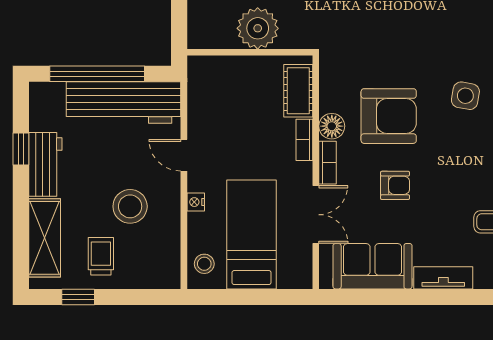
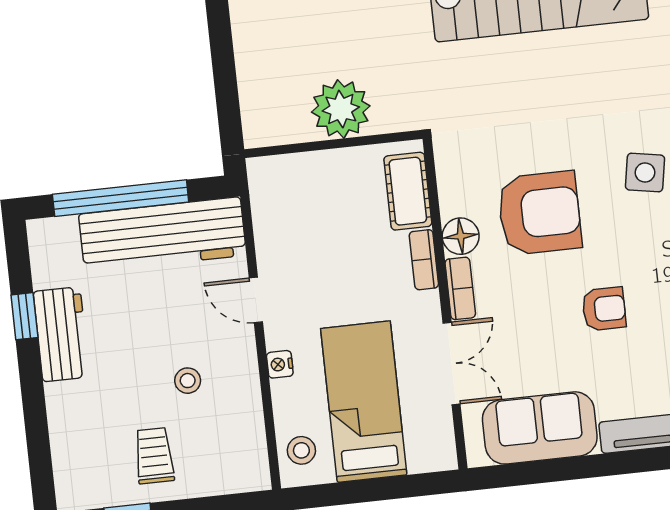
armchair: (395, 185) -> (604, 309), moved
stool: (130, 206) -> (188, 381), width x0.53, depth x0.53
shelving: (45, 238) -> (71, 438), removed

